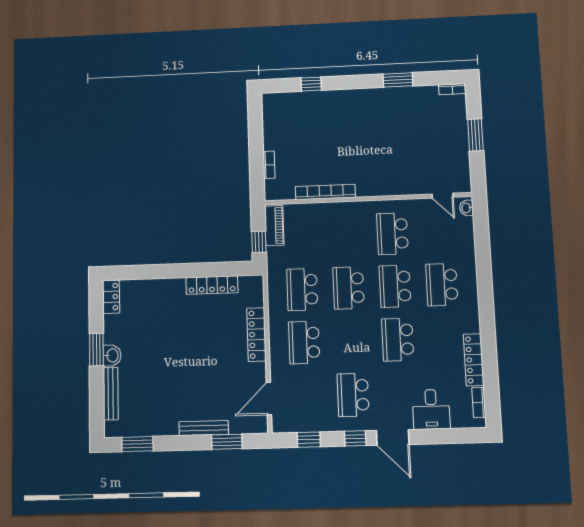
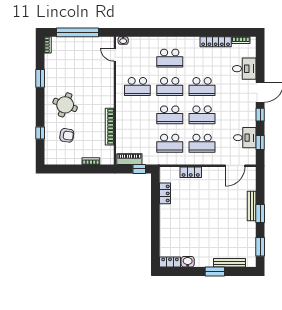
round table: (357, 121) -> (65, 105), added
armchair: (309, 125) -> (67, 135), added
window: (475, 135) -> (78, 32), width x2.11
door: (443, 196) -> (115, 55), swing flipped
locker: (212, 285) -> (165, 193), width x0.66
locker: (256, 335) -> (191, 172), width x0.66
window: (96, 350) -> (215, 272), moved
washbasin: (112, 355) -> (188, 262), moved
school desk: (353, 395) -> (202, 115), moved
door: (269, 399) -> (235, 166), hinge flipped
desk: (316, 413) -> (245, 138), added
window: (227, 442) -> (260, 213), moved

